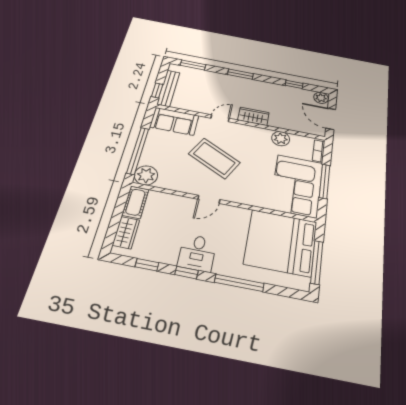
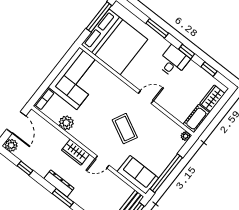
dresser: (252, 84) -> (59, 183), added
window: (138, 151) -> (166, 173), moved
coffee table: (214, 158) -> (125, 129), width x0.73, depth x0.76
plant: (146, 175) -> (186, 136), width x0.53, depth x0.53
window: (325, 181) -> (56, 72), removed
window: (239, 283) -> (157, 28), width x0.69

